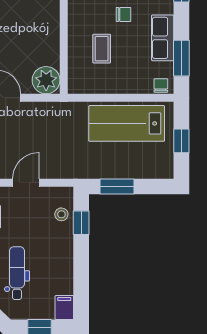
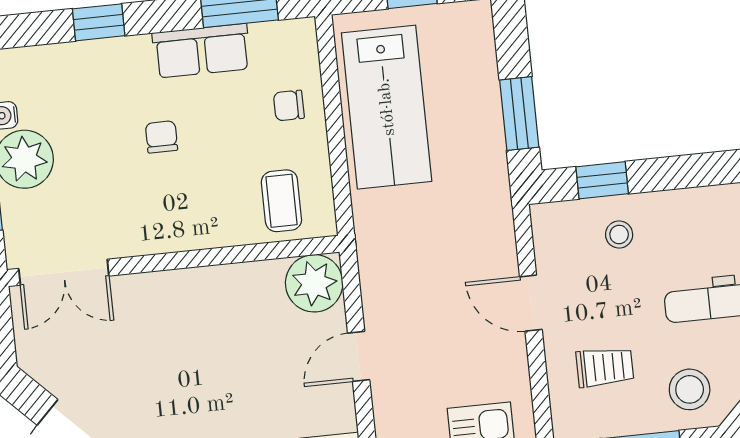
coffee table: (102, 49) -> (281, 201), moved, turned 90
chair: (161, 85) -> (289, 105), moved
stool: (61, 214) -> (619, 235), moved

